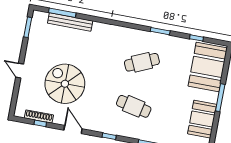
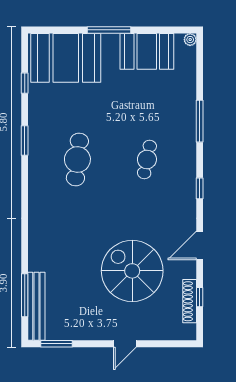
bench: (70, 22) -> (36, 306), moved
cafe table: (142, 62) -> (77, 159), turned 30
spiral stairs: (65, 84) -> (132, 271), turned 90
cafe table: (134, 106) -> (147, 159), width x0.73, depth x0.74

